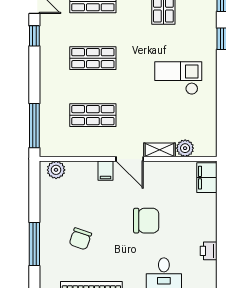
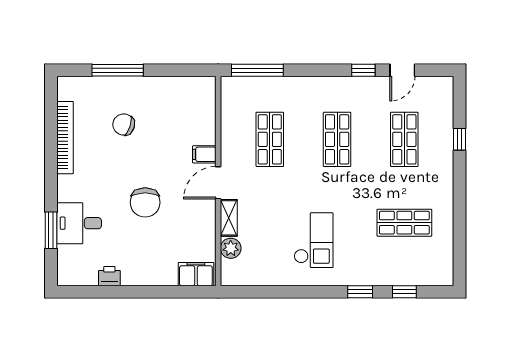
plant: (56, 170) -> (205, 96), removed

